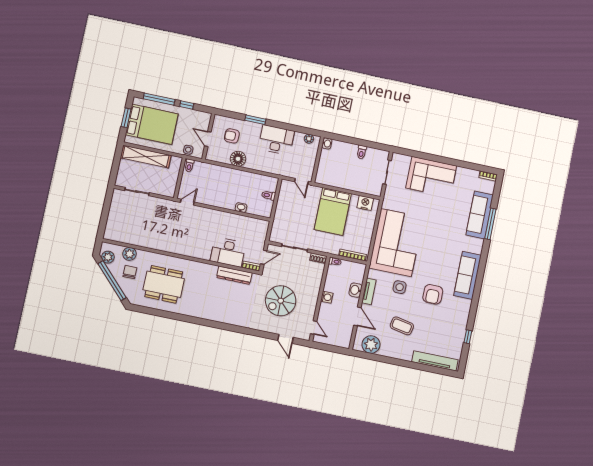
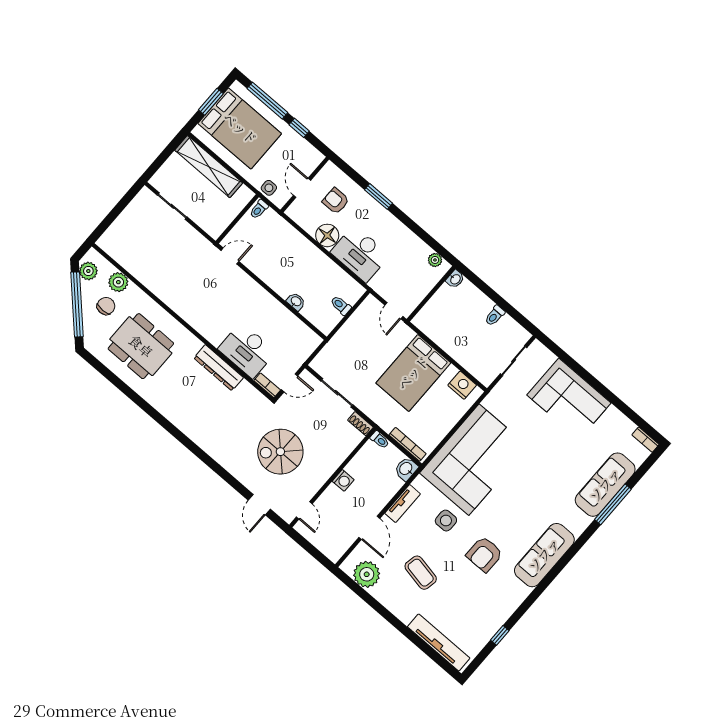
desk: (276, 140) -> (360, 254), moved, turned 180
dresser: (234, 275) -> (219, 368), moved
washbasin: (356, 290) -> (406, 469), moved

